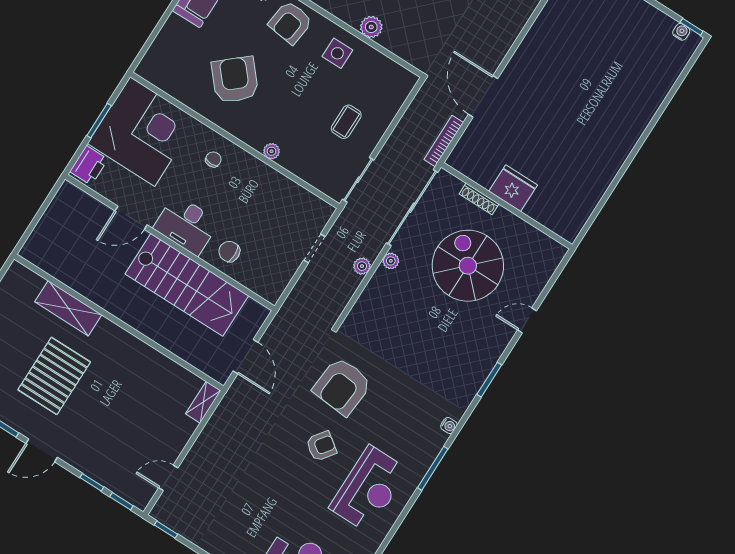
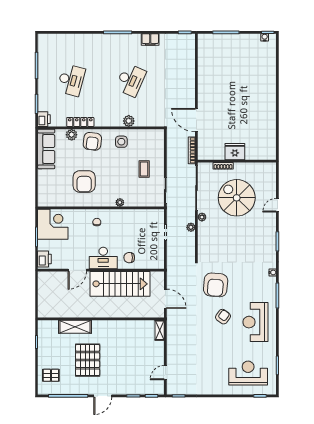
armchair: (235, 80) -> (84, 181), turned -139
corner desk: (142, 132) -> (53, 224), width x0.74, depth x0.74
reception desk: (369, 489) -> (255, 322), turned 180

